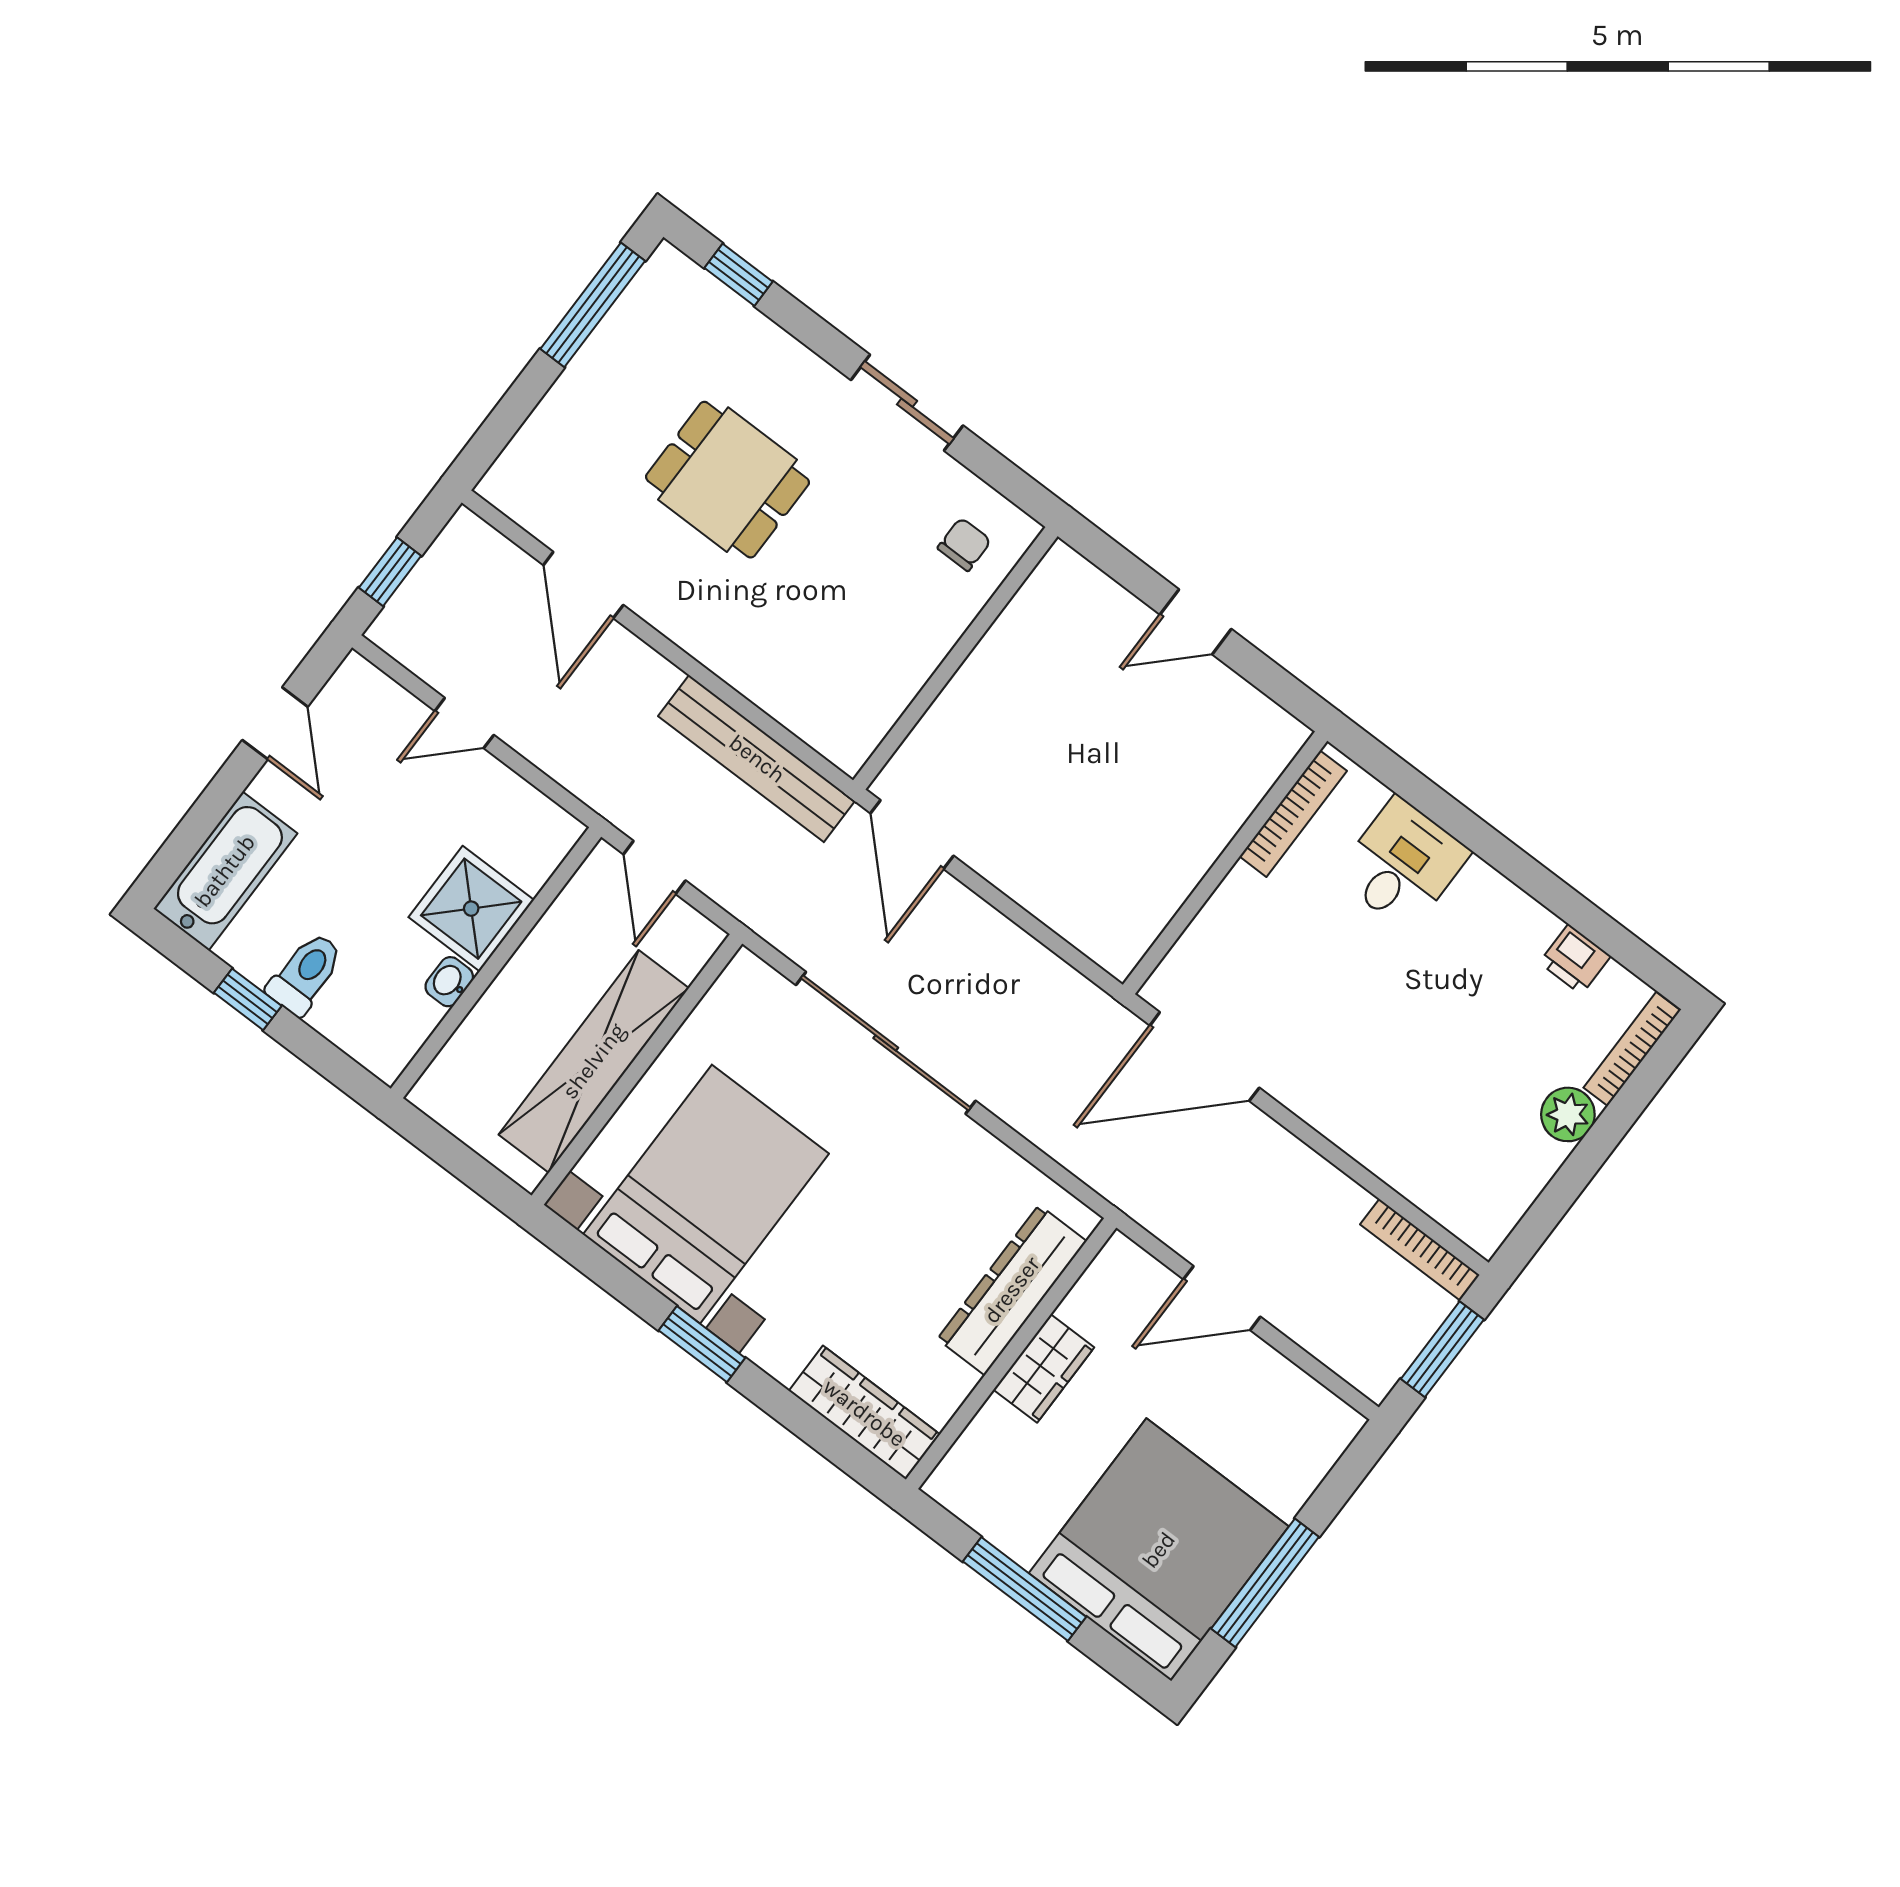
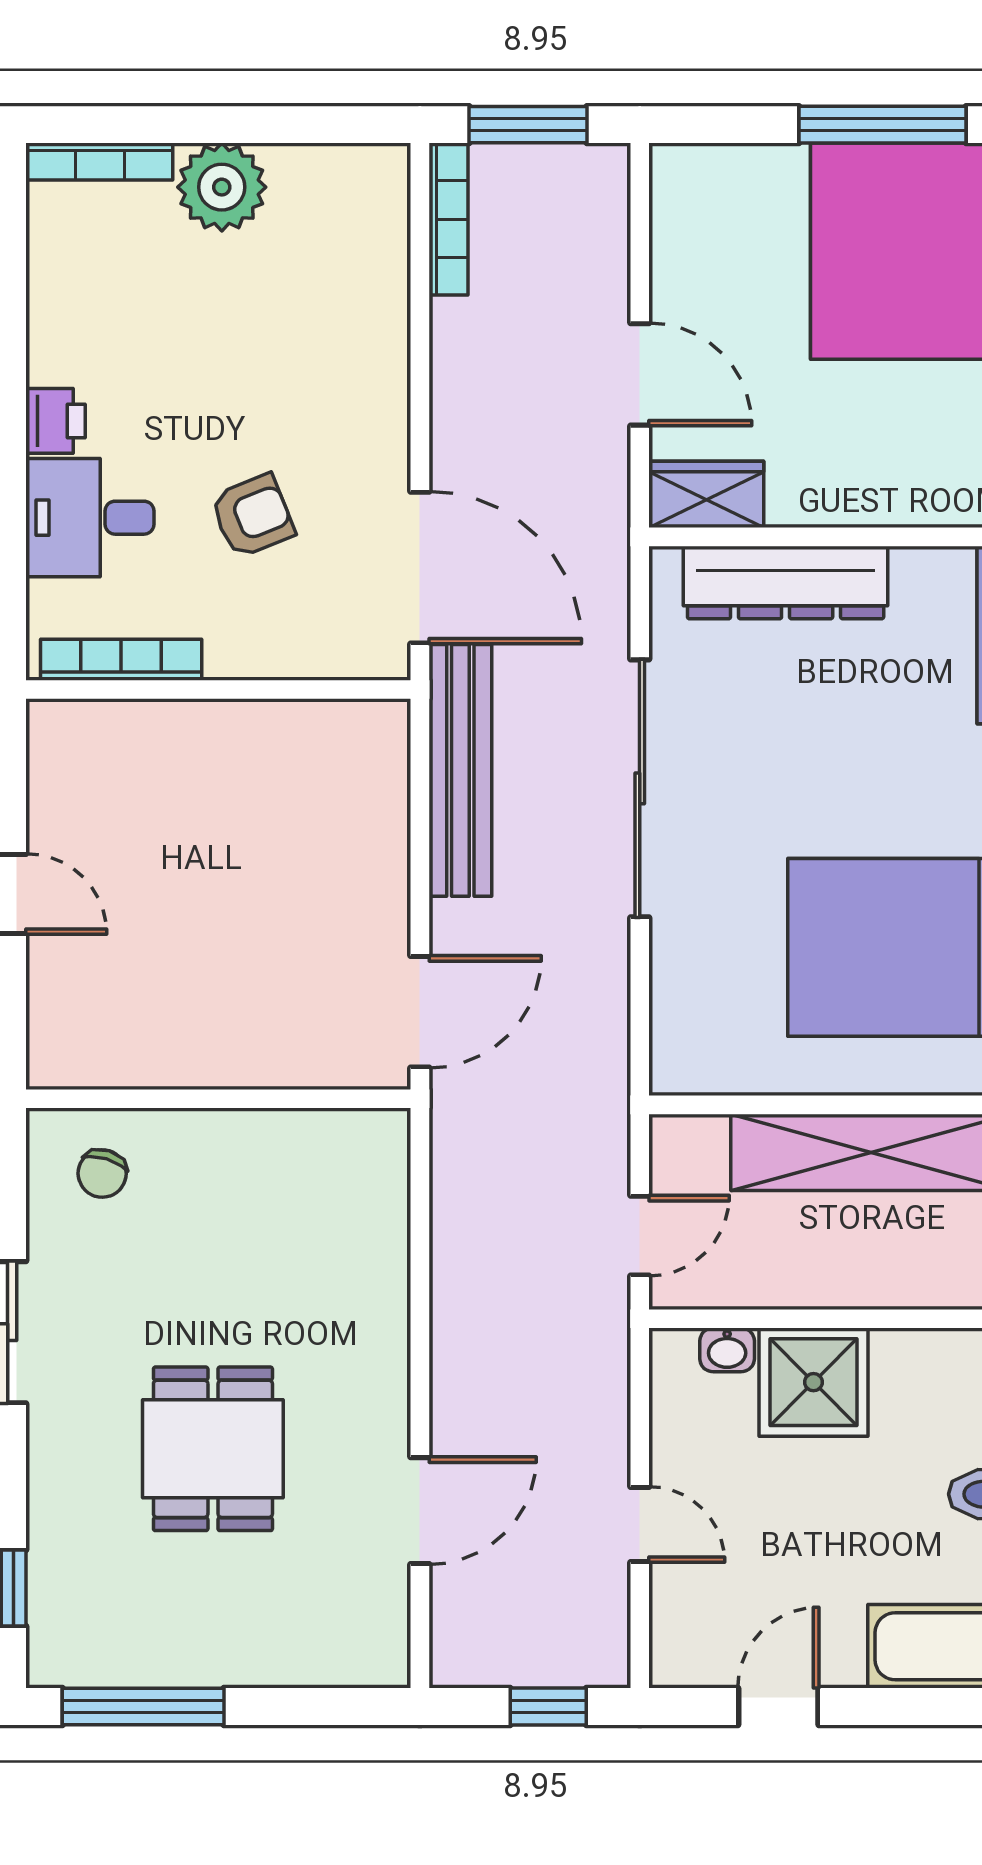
chair: (964, 544) -> (102, 1173), turned -73
bench: (757, 759) -> (460, 770), moved
printer: (1575, 959) -> (55, 421), moved
armchair: (1322, 972) -> (253, 516), added
washbasin: (449, 982) -> (727, 1350), moved
sliding door: (886, 1043) -> (640, 788), moved
plant: (1568, 1114) -> (222, 187), width x1.36, depth x1.36
wardrobe: (1044, 1368) -> (706, 494), moved

